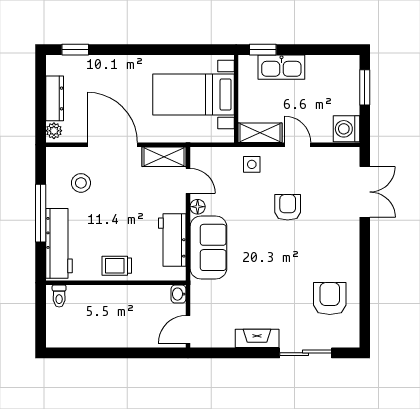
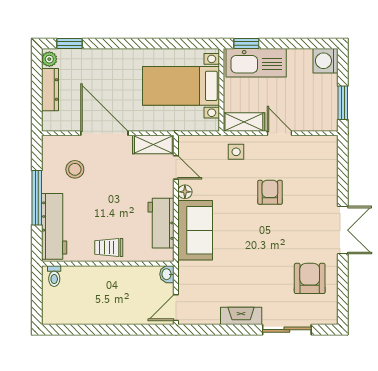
kitchen sink: (281, 67) -> (256, 63), width x1.36, depth x1.24
window: (365, 87) -> (343, 103), moved
washing machine: (346, 129) -> (325, 61), moved
plant: (54, 131) -> (49, 59), moved
double door: (365, 192) -> (343, 230), moved

